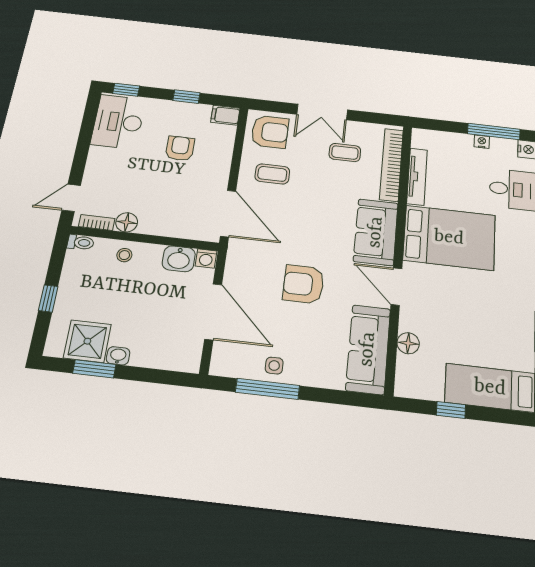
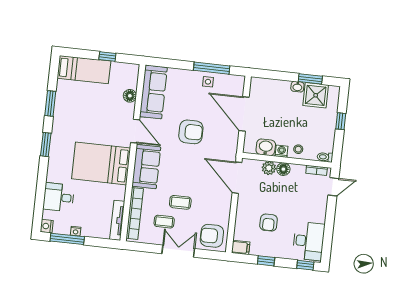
coffee table: (272, 174) -> (180, 202), moved
tv unit: (417, 177) -> (117, 220), moved
floor lamp: (127, 222) -> (283, 169), moved
plant: (175, 227) -> (269, 168), added
washing machine: (206, 258) -> (281, 151), moved

